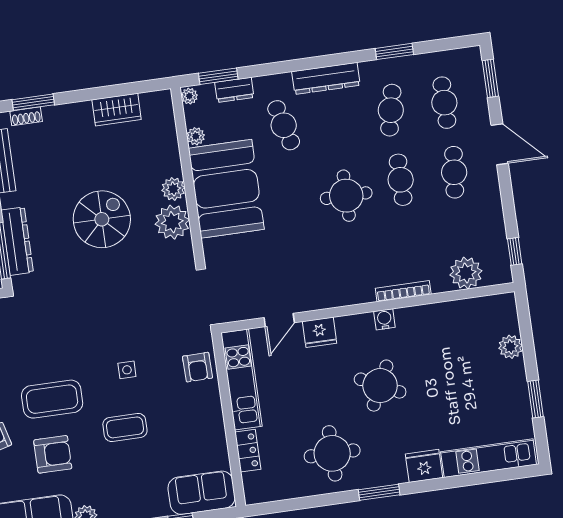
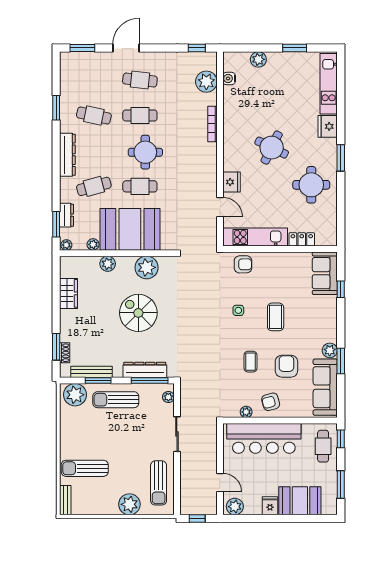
cafe table: (444, 103) -> (140, 186), moved
plant: (173, 189) -> (108, 264), moved
water cooler: (384, 319) -> (229, 78), moved
coffee table: (52, 399) -> (250, 362), width x0.54, depth x0.58

